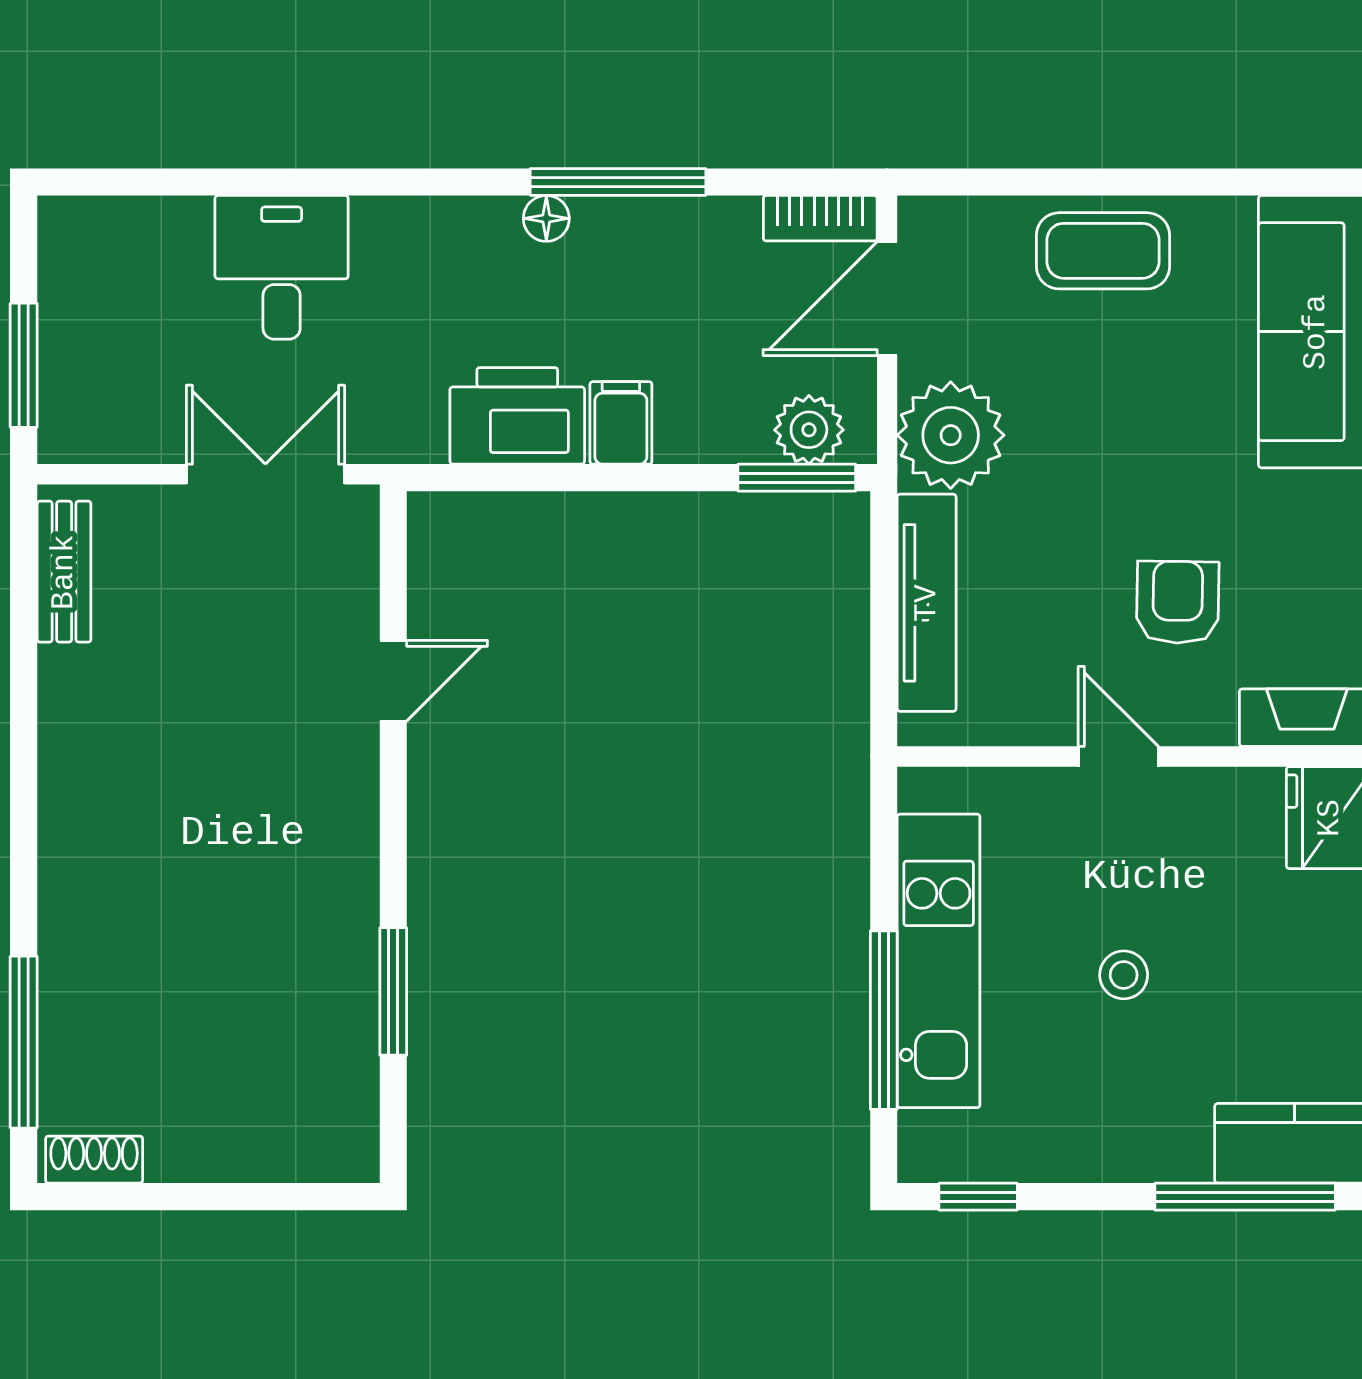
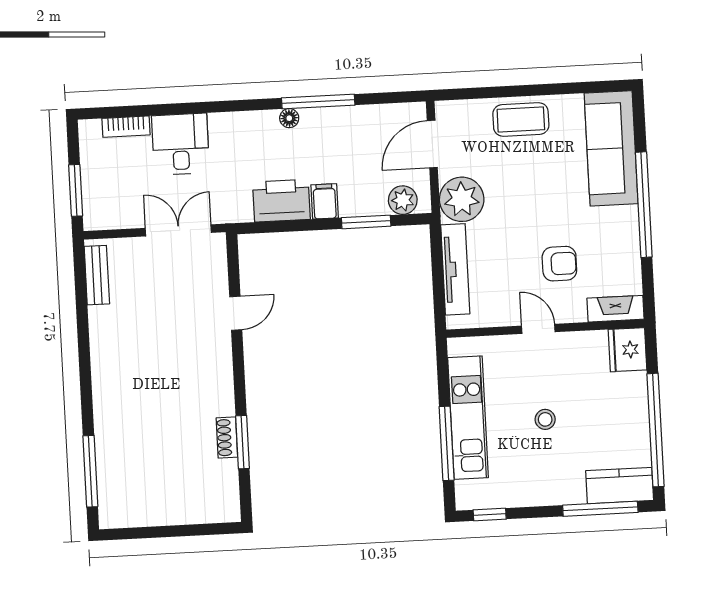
bookcase: (820, 218) -> (126, 127), moved
window: (797, 478) -> (366, 222), moved
armchair: (1178, 602) -> (559, 264), turned 89
shoe rack: (94, 1160) -> (227, 438), moved, turned -90

